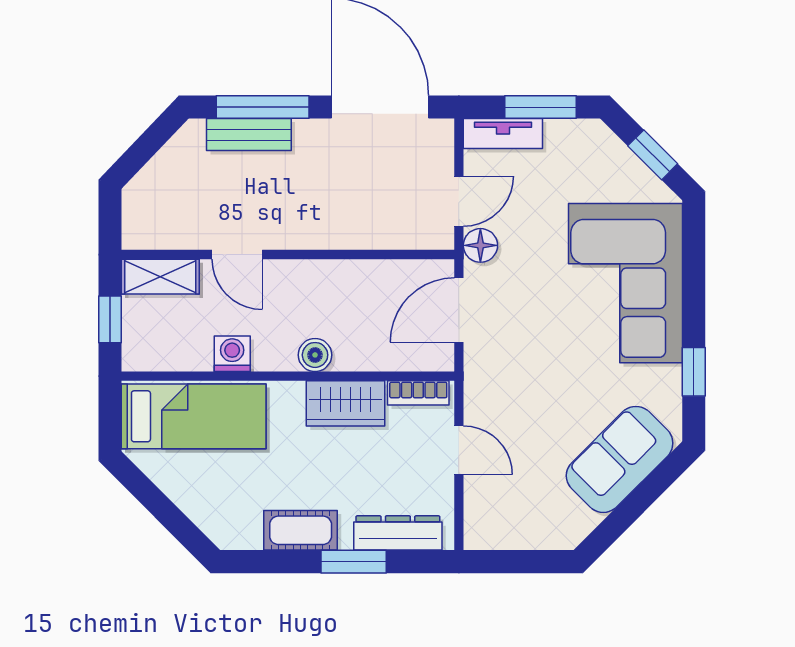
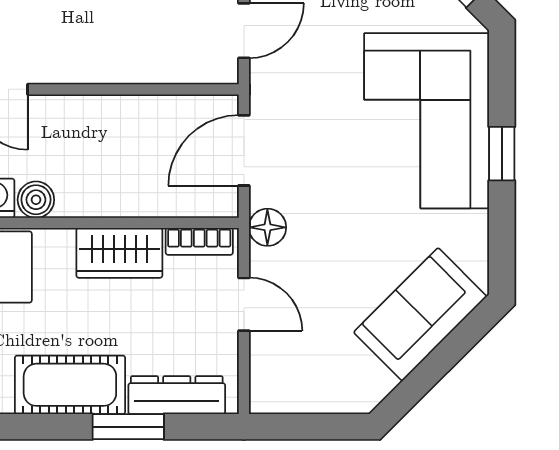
floor lamp: (480, 245) -> (267, 227), moved
boiler: (315, 355) -> (36, 200), moved
window: (694, 372) -> (502, 154), moved
cot: (301, 530) -> (70, 385), width x1.37, depth x1.34

